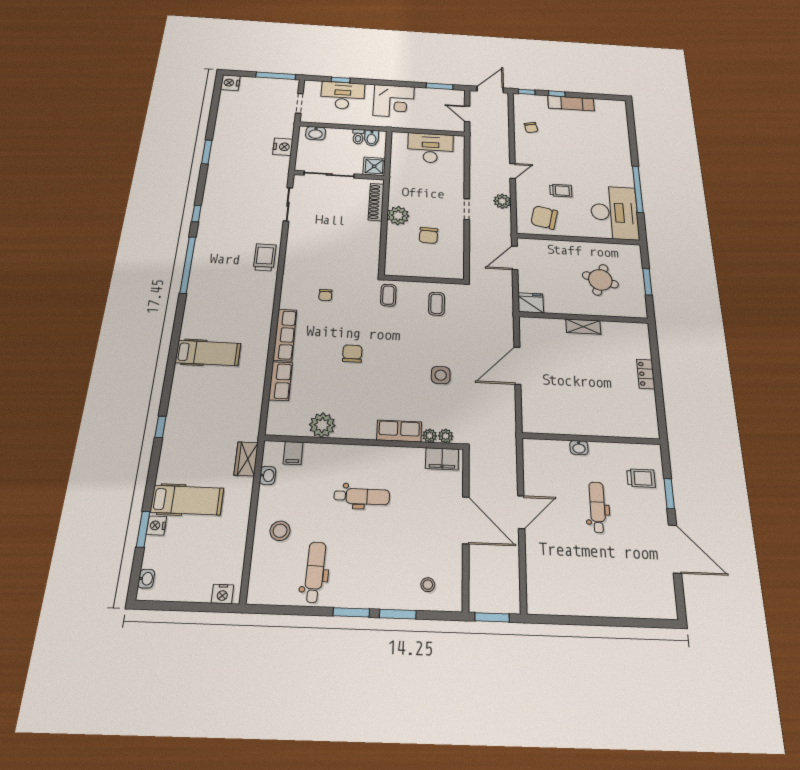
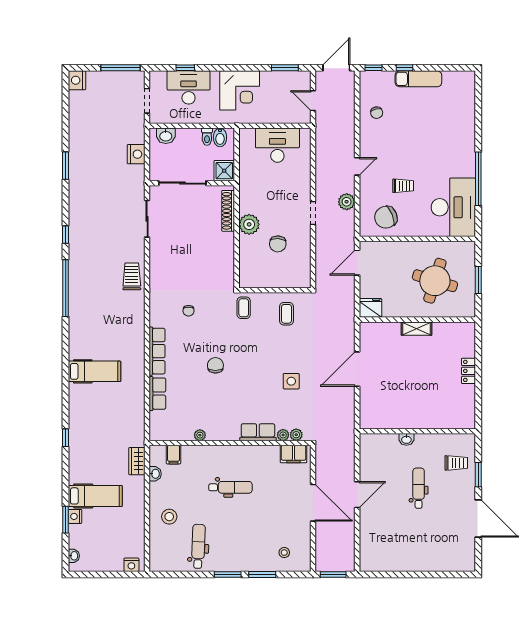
chair: (544, 217) -> (386, 217), turned -34
round table: (600, 280) -> (435, 281), width x1.36, depth x1.36
plant: (322, 425) -> (200, 435), width x0.53, depth x0.53

